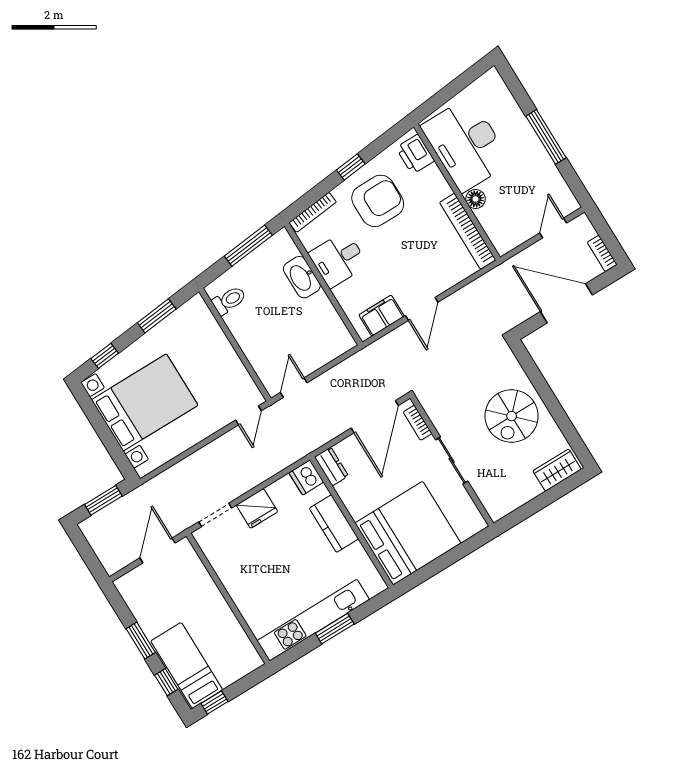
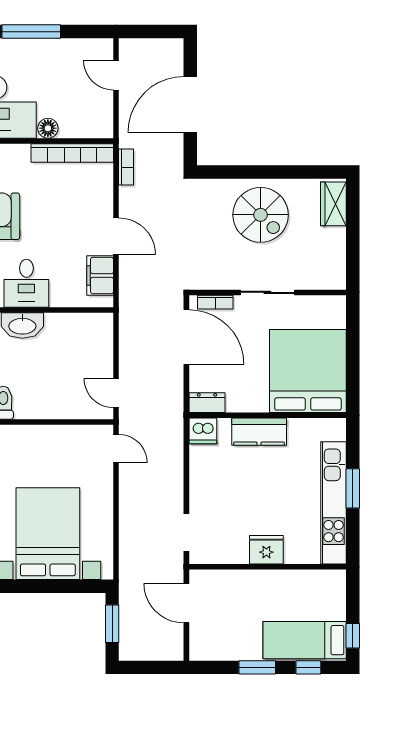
bookcase: (602, 253) -> (126, 167), moved, turned -90
fridge: (257, 508) -> (266, 550), moved, turned -90

